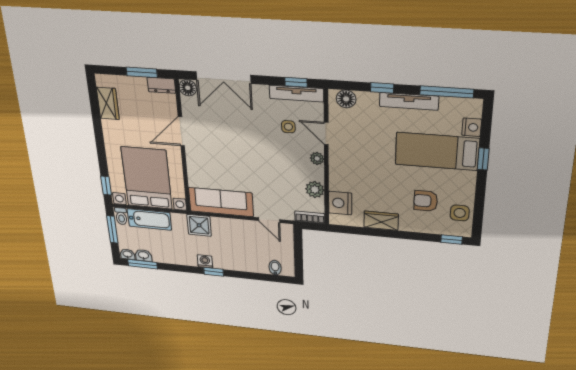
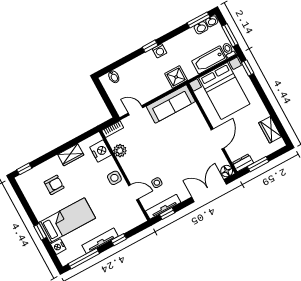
floor lamp: (346, 99) -> (134, 221), removed
plant: (317, 158) -> (130, 172), removed
side table: (460, 213) -> (114, 178), moved

